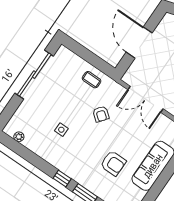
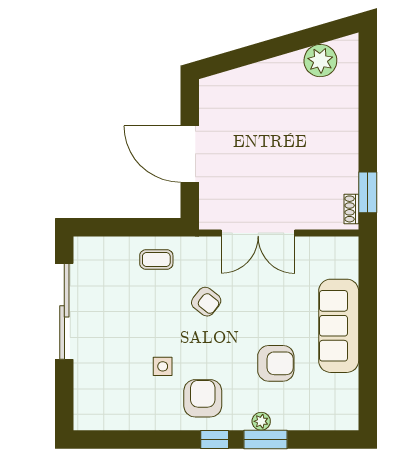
plant: (19, 137) -> (261, 421), moved
armchair: (69, 156) -> (203, 398), added

